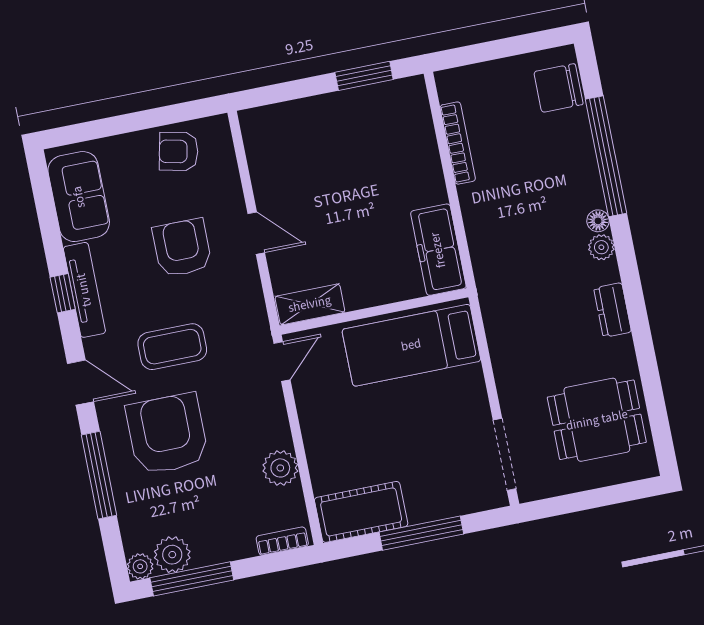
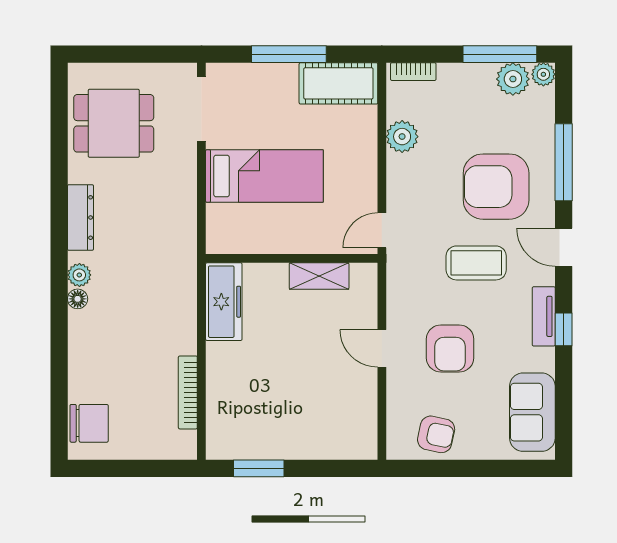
window: (606, 156) -> (59, 355), removed
tv unit: (84, 290) -> (544, 316), width x0.71
shelving: (310, 304) -> (319, 276), moved
dresser: (613, 310) -> (80, 218), width x1.44
bed: (411, 345) -> (264, 176), moved
armchair: (167, 434) -> (496, 187), turned 90

